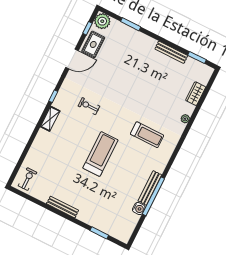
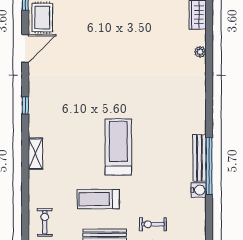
exercise bike: (89, 106) -> (153, 224), moved
shelving: (50, 119) -> (35, 154), moved
treadmill: (147, 135) -> (98, 199), moved, turned 180

